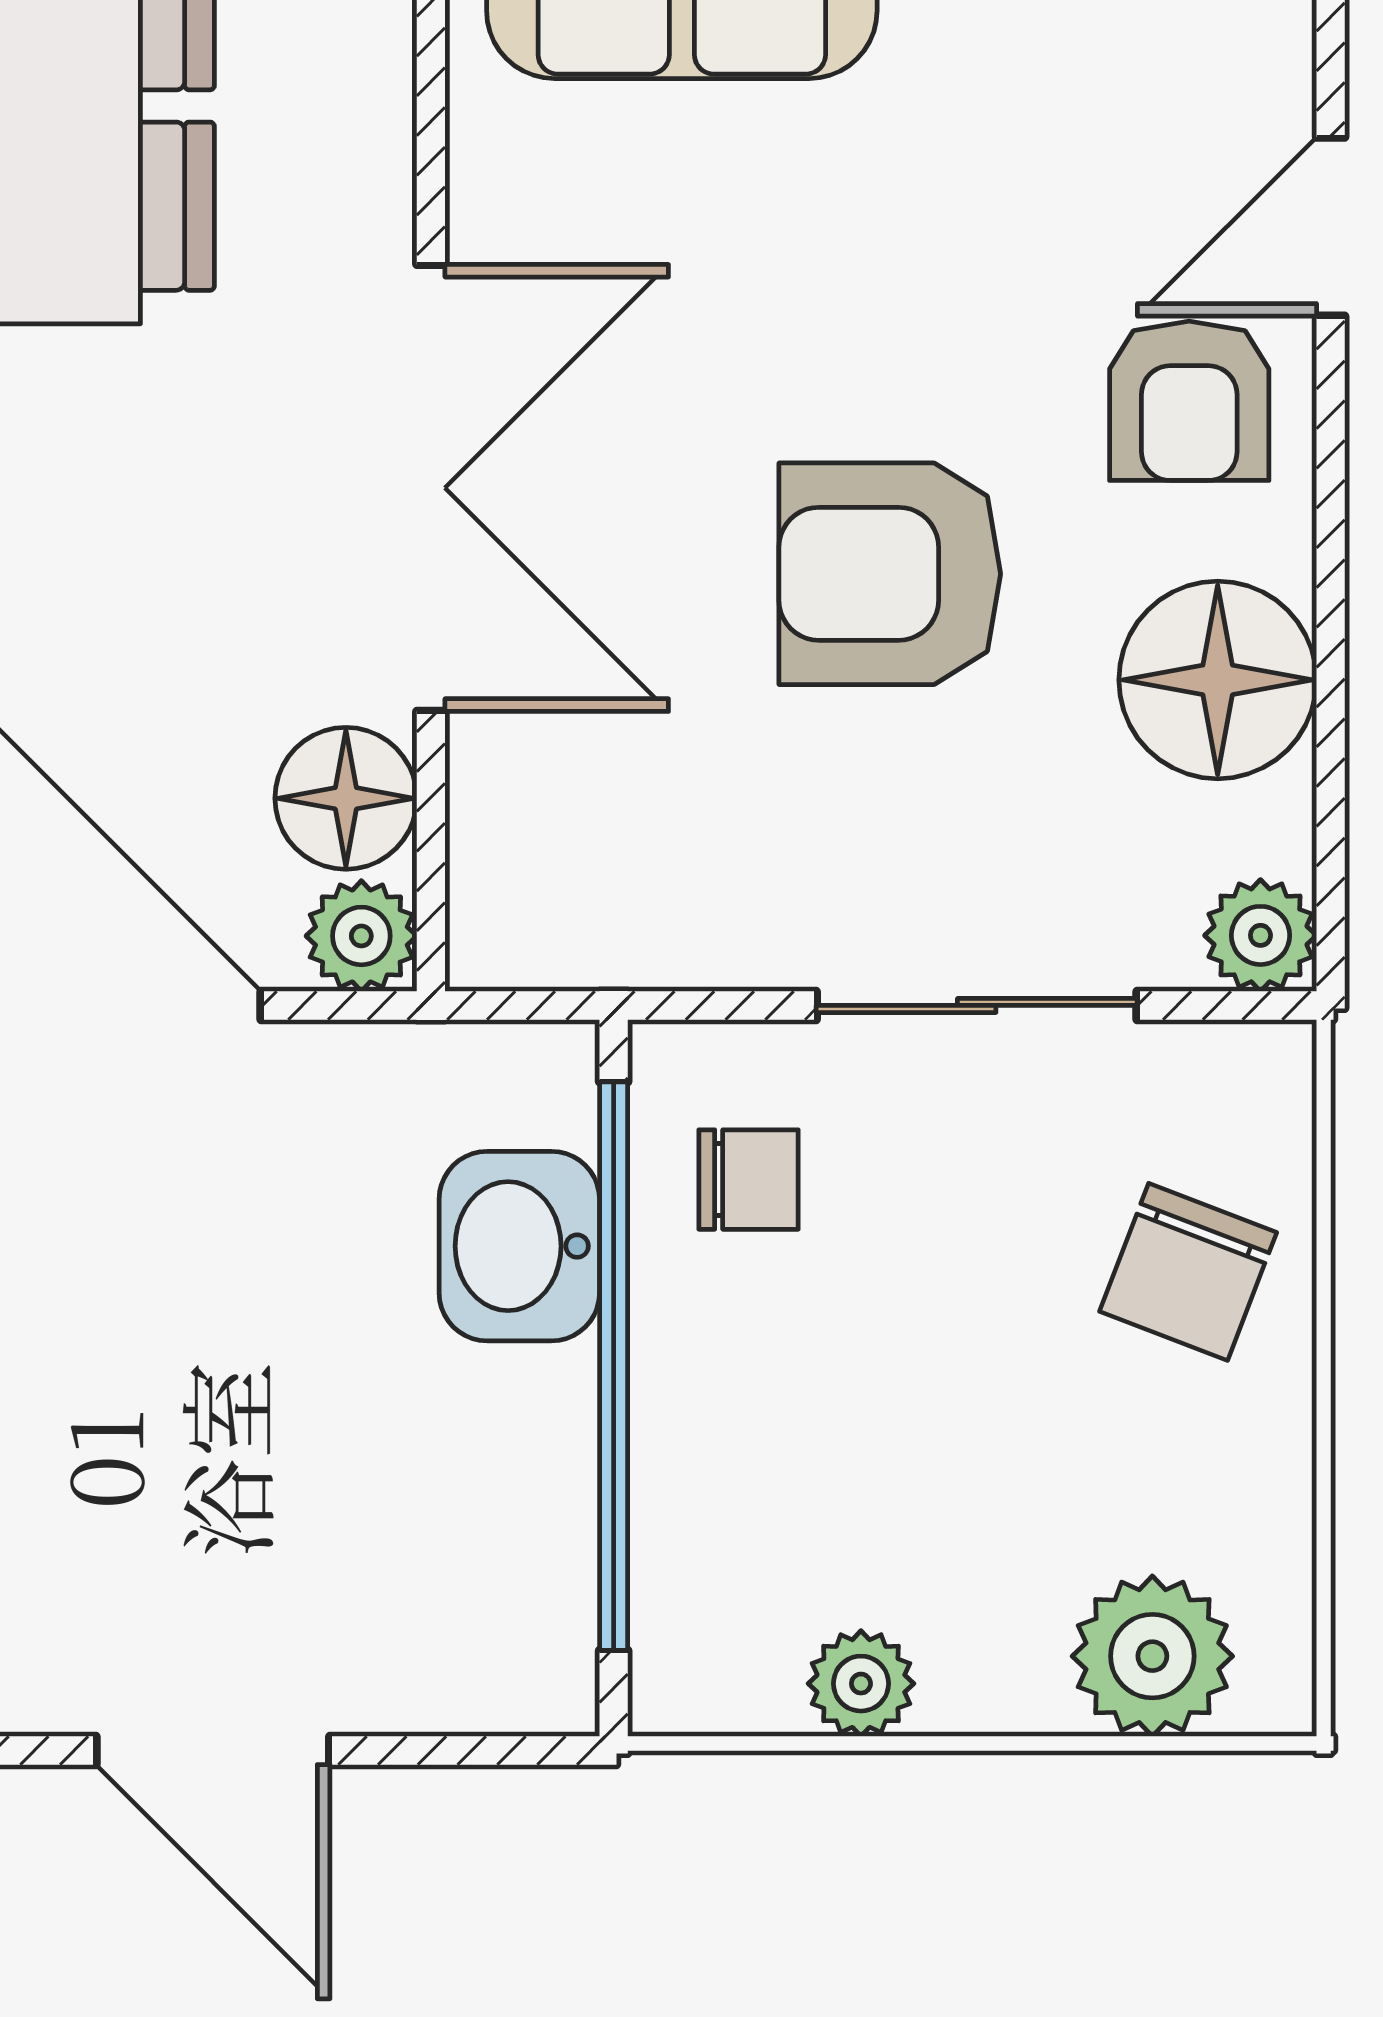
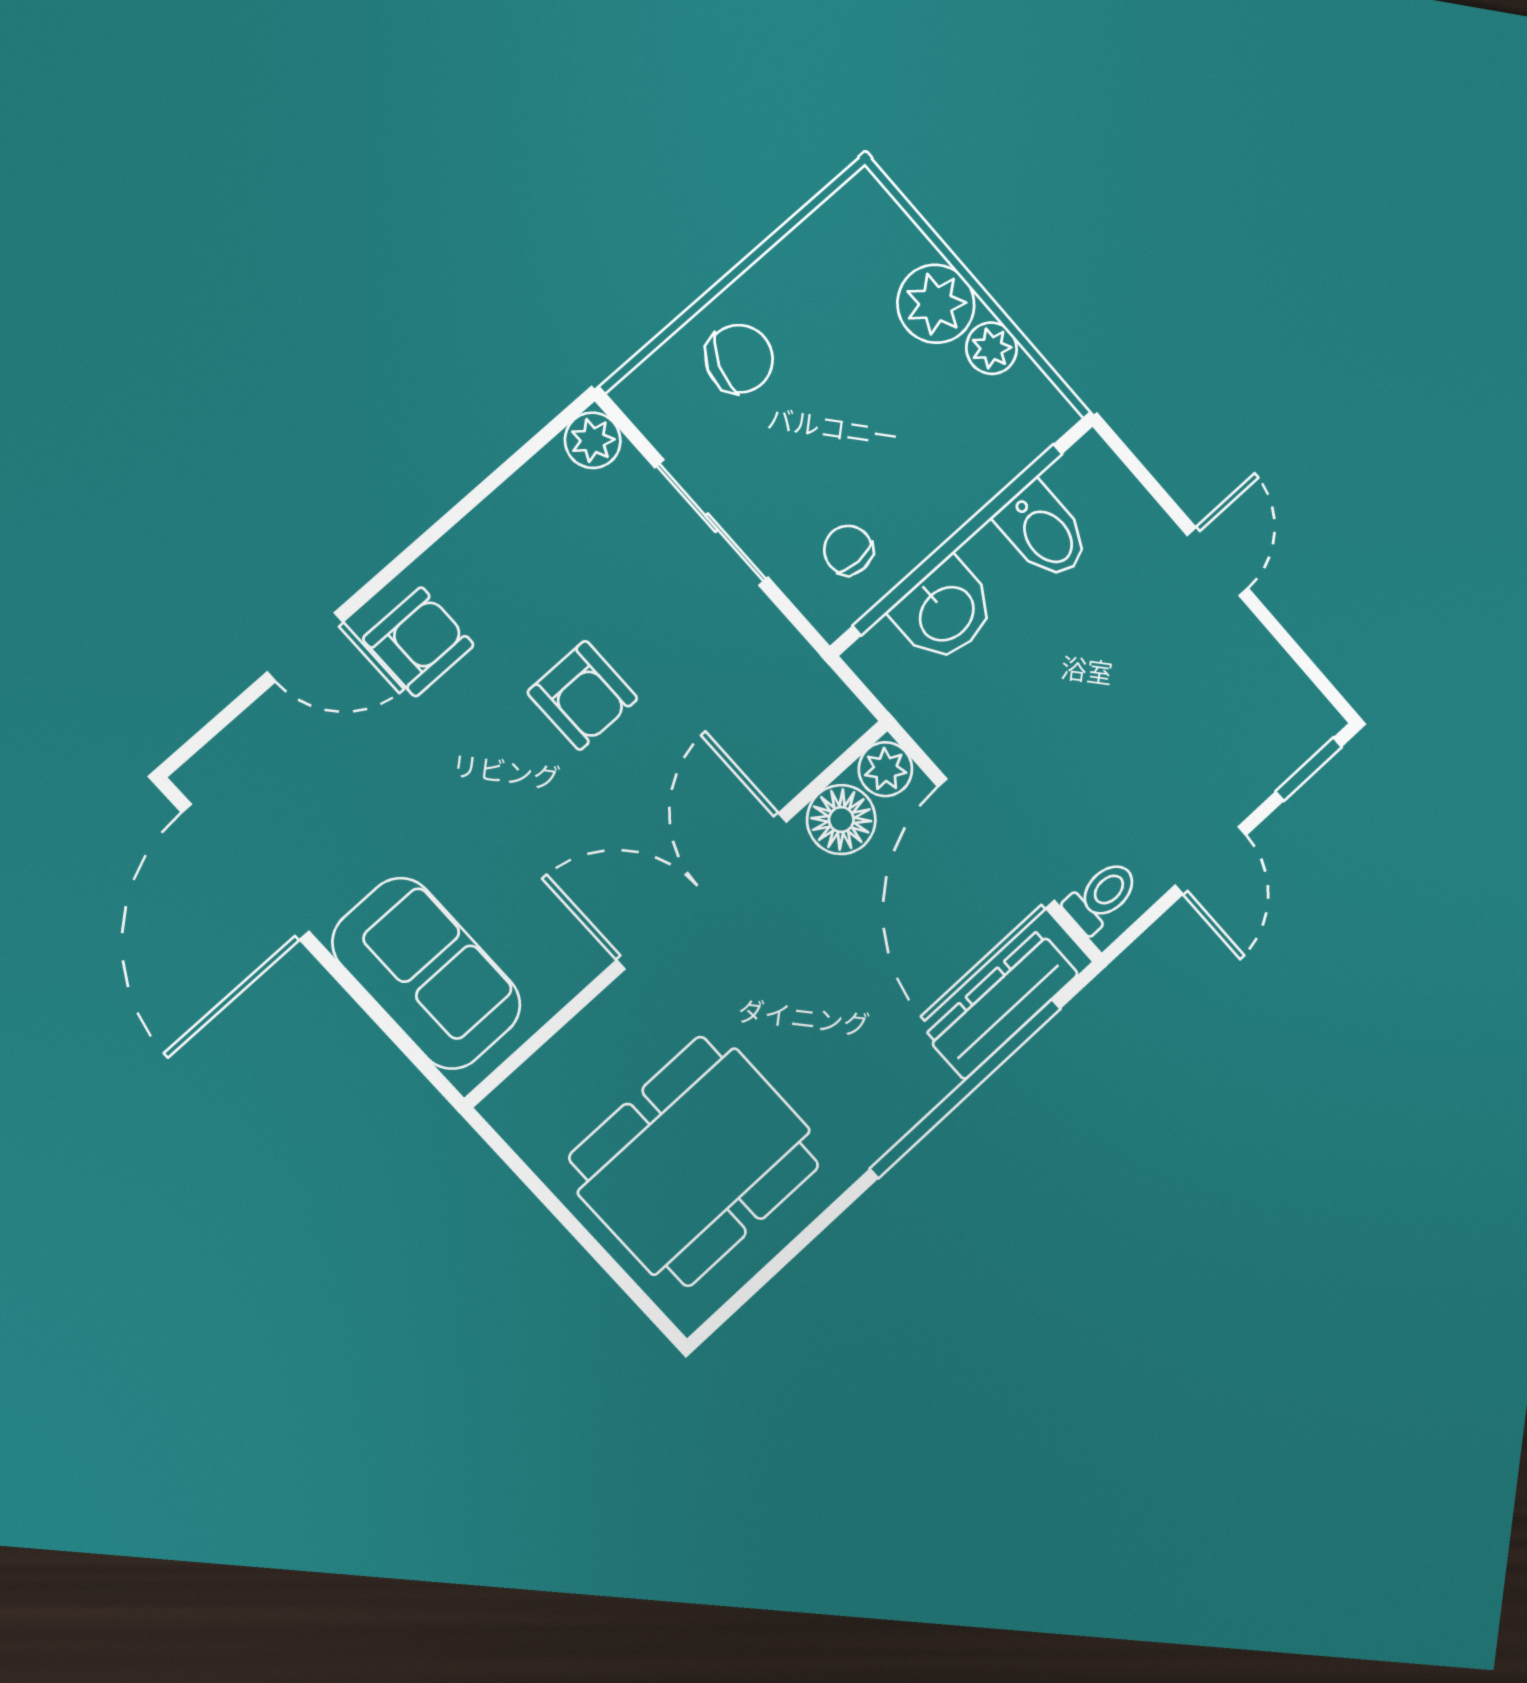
armchair: (890, 574) -> (582, 695), width x0.72, depth x0.72
floor lamp: (1218, 680) -> (513, 539), removed
bidet: (505, 1513) -> (1044, 532), added
plant: (1152, 1656) -> (936, 304), moved
door: (213, 1751) -> (1218, 562), width x0.73

